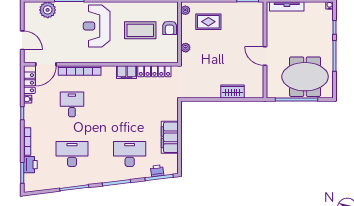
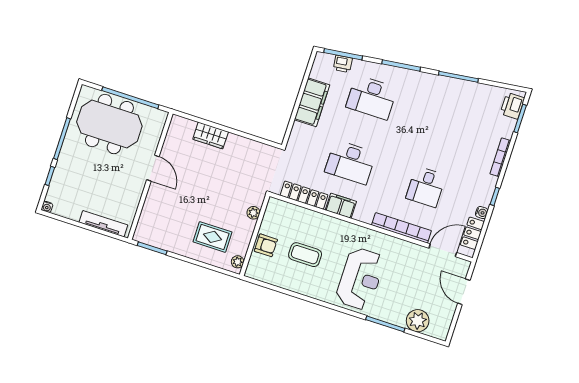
armchair: (170, 28) -> (266, 245), turned 90
coffee table: (140, 30) -> (305, 255), width x0.73, depth x0.76
desk: (72, 154) -> (350, 162), moved
printer: (30, 165) -> (512, 106), moved

